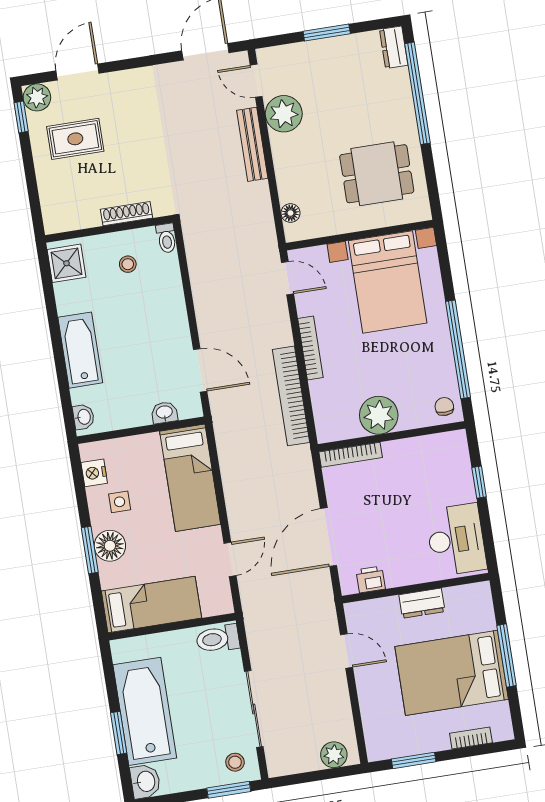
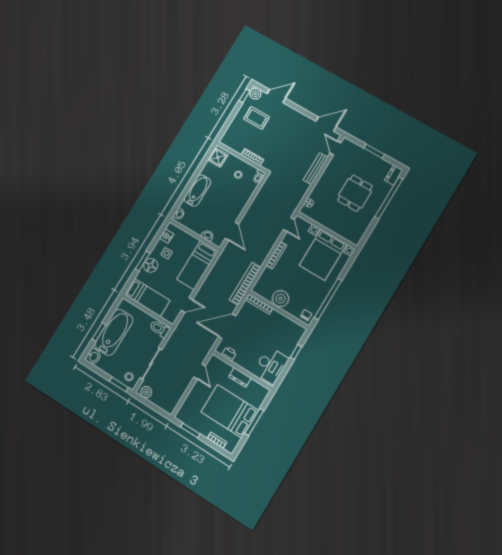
plant: (284, 114) -> (335, 167), removed
dining table: (377, 174) -> (355, 193), moved, turned 90
bookcase: (291, 396) -> (245, 284), moved
plant: (334, 755) -> (146, 392), moved

